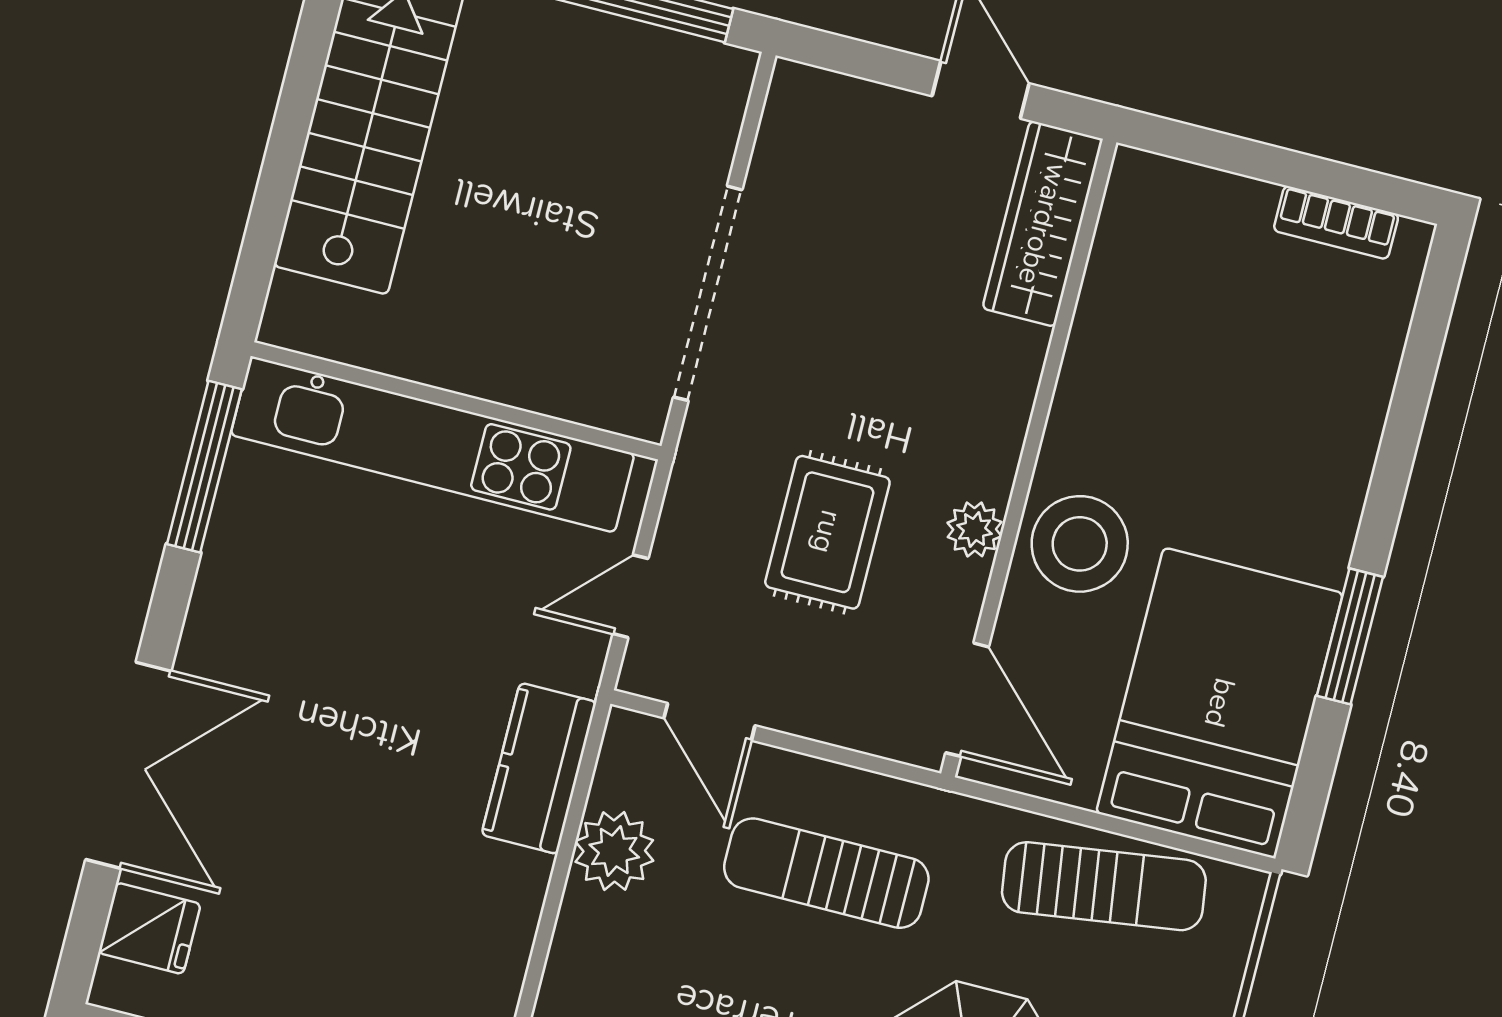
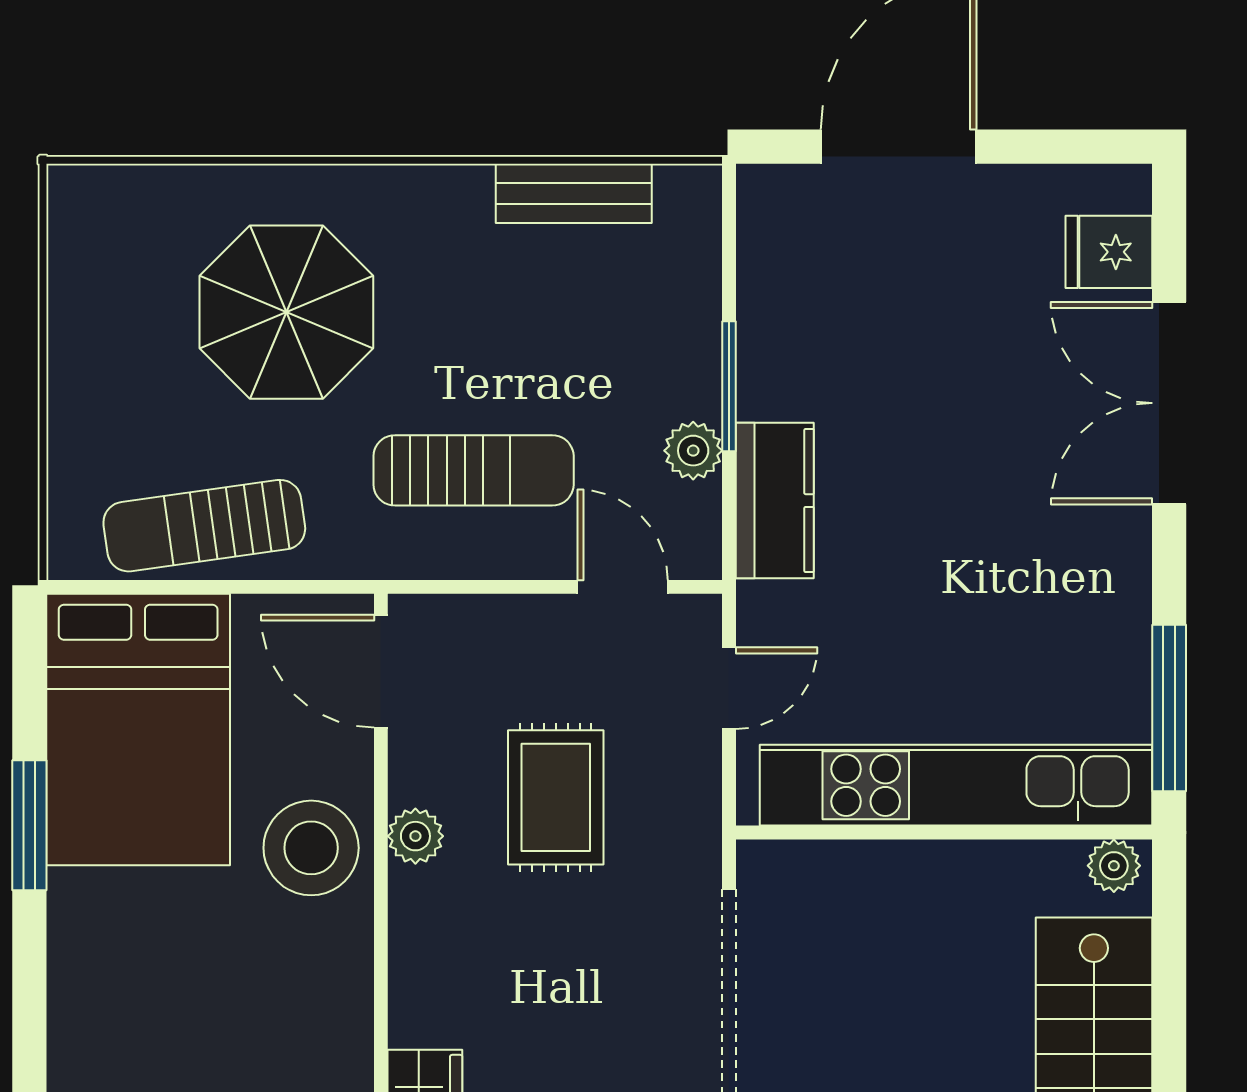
plant: (298, 326) -> (1114, 866), added
plant: (614, 851) -> (693, 451), width x0.73, depth x0.73
window: (555, 892) -> (729, 386), added

